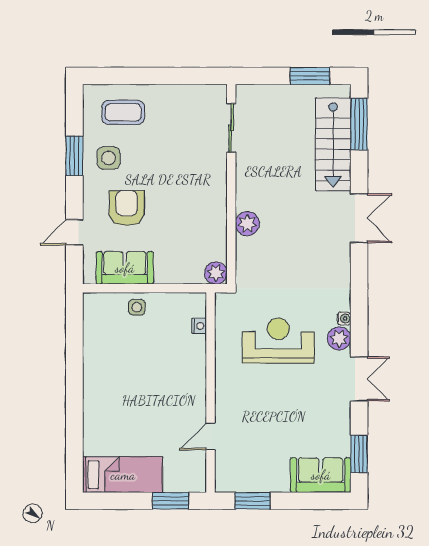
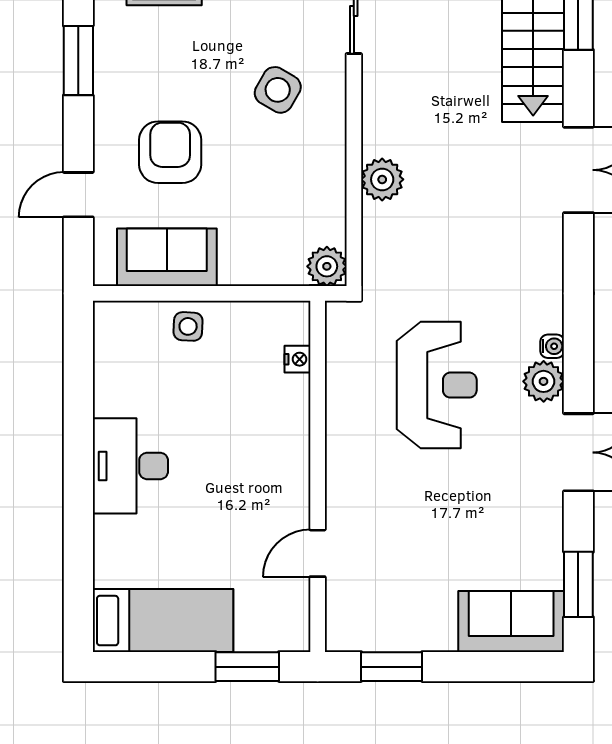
side table: (109, 158) -> (278, 90), moved, turned 30
reception desk: (278, 341) -> (437, 385), turned 90
desk: (104, 387) -> (130, 466), added

